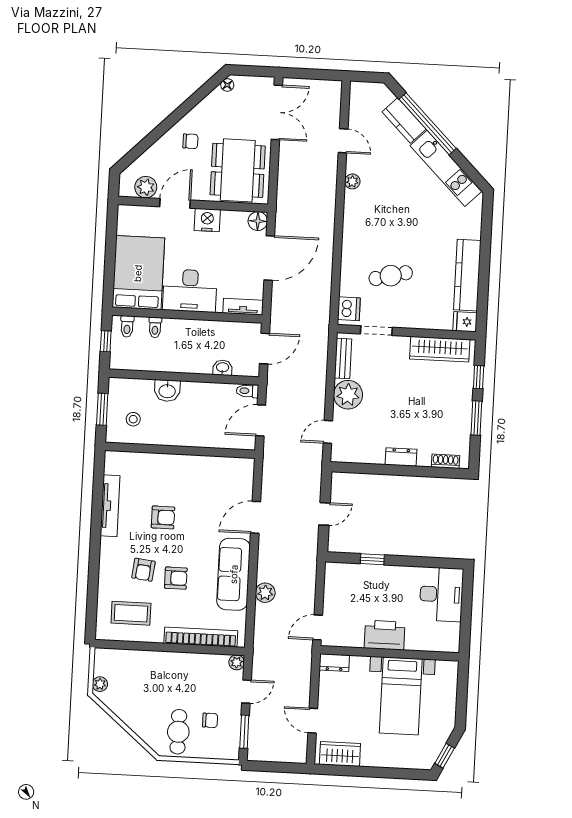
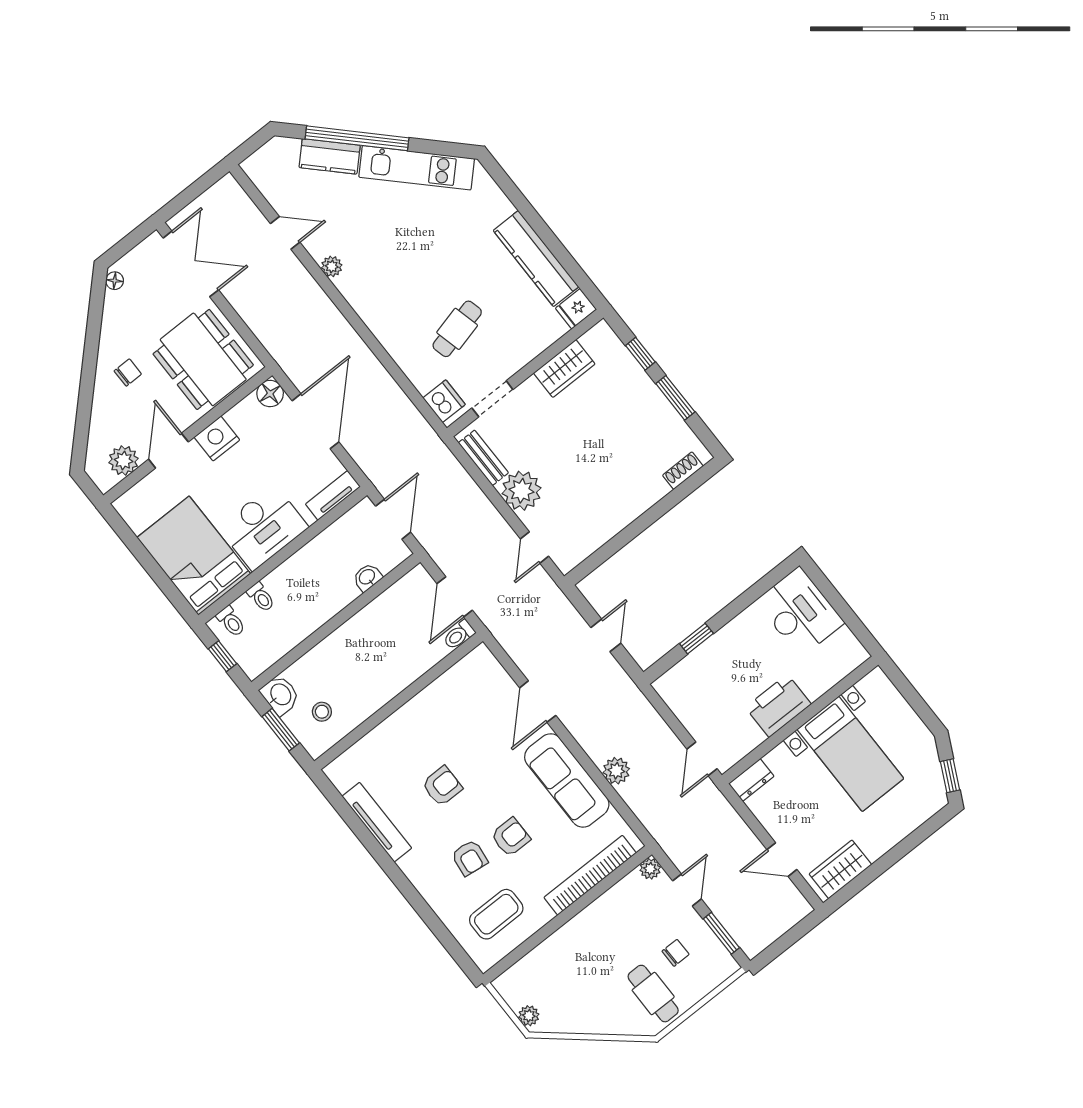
wardrobe: (440, 349) -> (564, 368), width x0.67
washbasin: (167, 391) -> (280, 695), moved, turned -90
toilet: (247, 391) -> (459, 635), moved
dresser: (401, 457) -> (633, 507), removed

